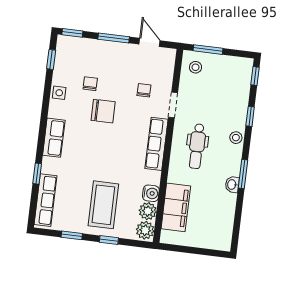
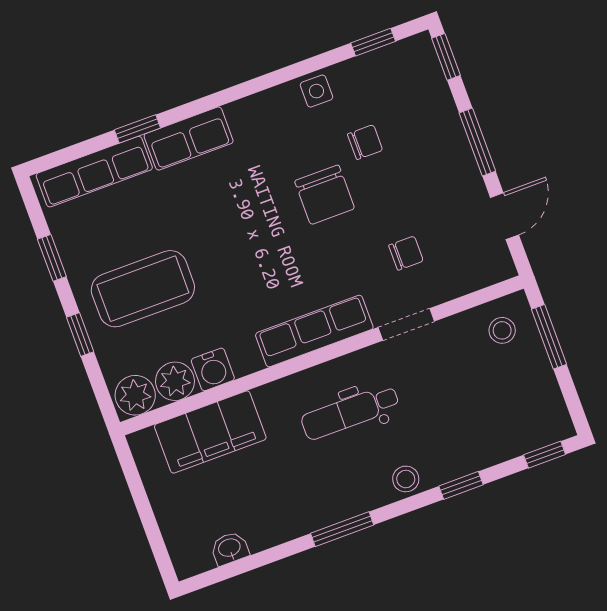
row of seats: (54, 138) -> (189, 138), moved
washbasin: (232, 185) -> (230, 548), moved

